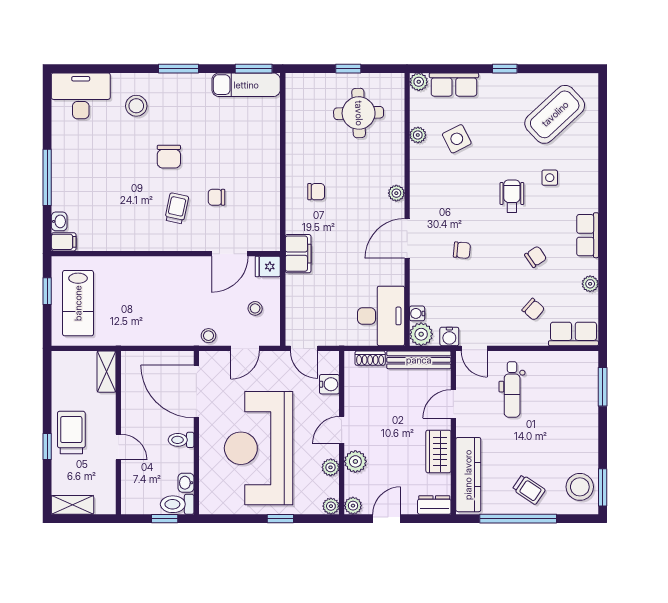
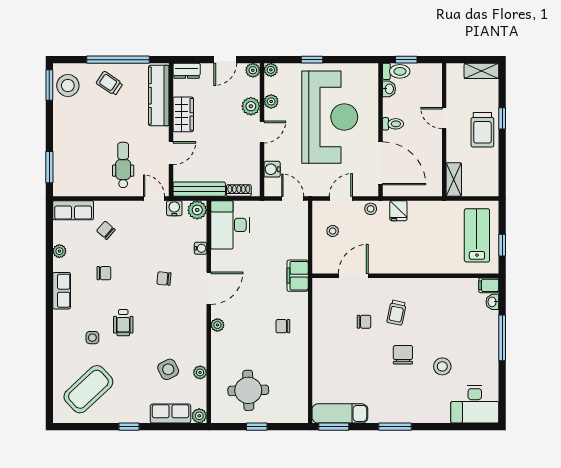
stool: (136, 106) -> (442, 366), moved
chair: (536, 257) -> (104, 273), turned -146
fridge: (268, 266) -> (398, 211), moved, turned 90
water cooler: (417, 313) -> (201, 248), moved

